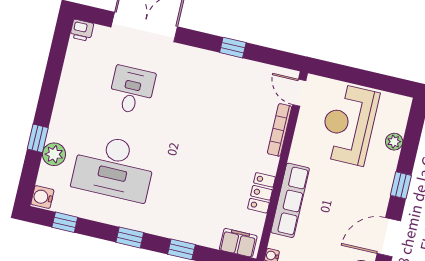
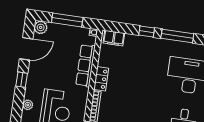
locker: (261, 193) -> (101, 79), moved
window: (130, 237) -> (177, 36), width x2.17

